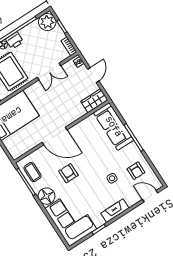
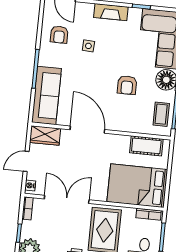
double door: (49, 72) -> (67, 199), width x1.37
door: (55, 136) -> (87, 130), moved
cot: (26, 145) -> (146, 146), added
armchair: (136, 171) -> (59, 35), turned 180

